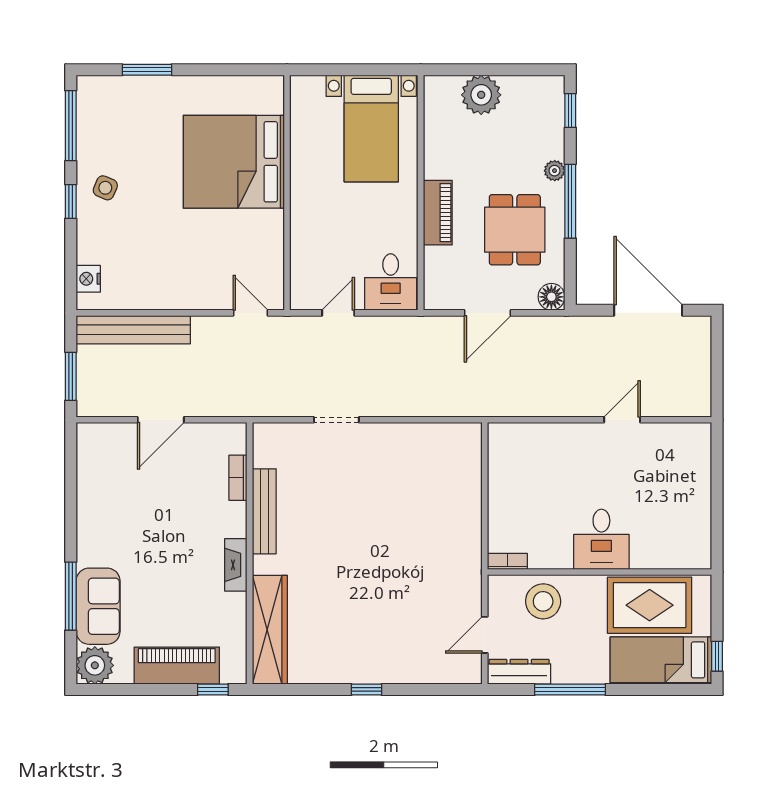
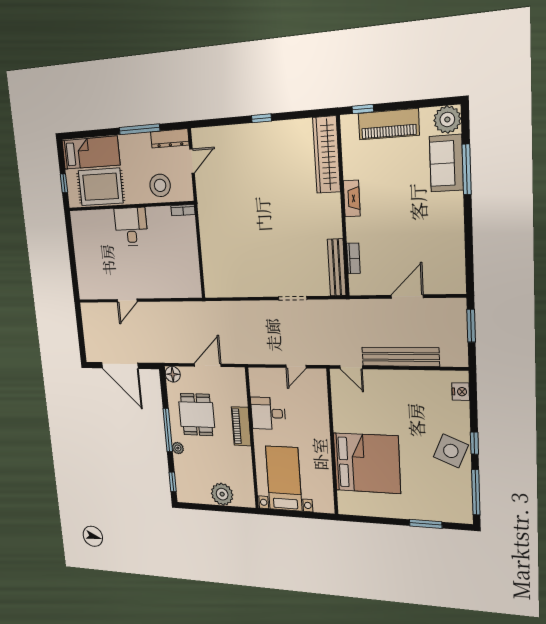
side table: (105, 188) -> (451, 451), width x1.87, depth x1.87
desk: (391, 282) -> (268, 413), moved, turned -90
bench: (133, 330) -> (400, 357), moved
bench: (264, 511) -> (337, 267), moved
window: (717, 656) -> (64, 183), moved

